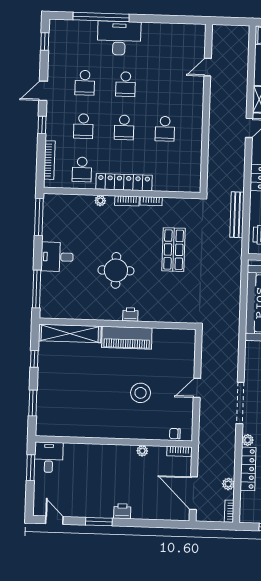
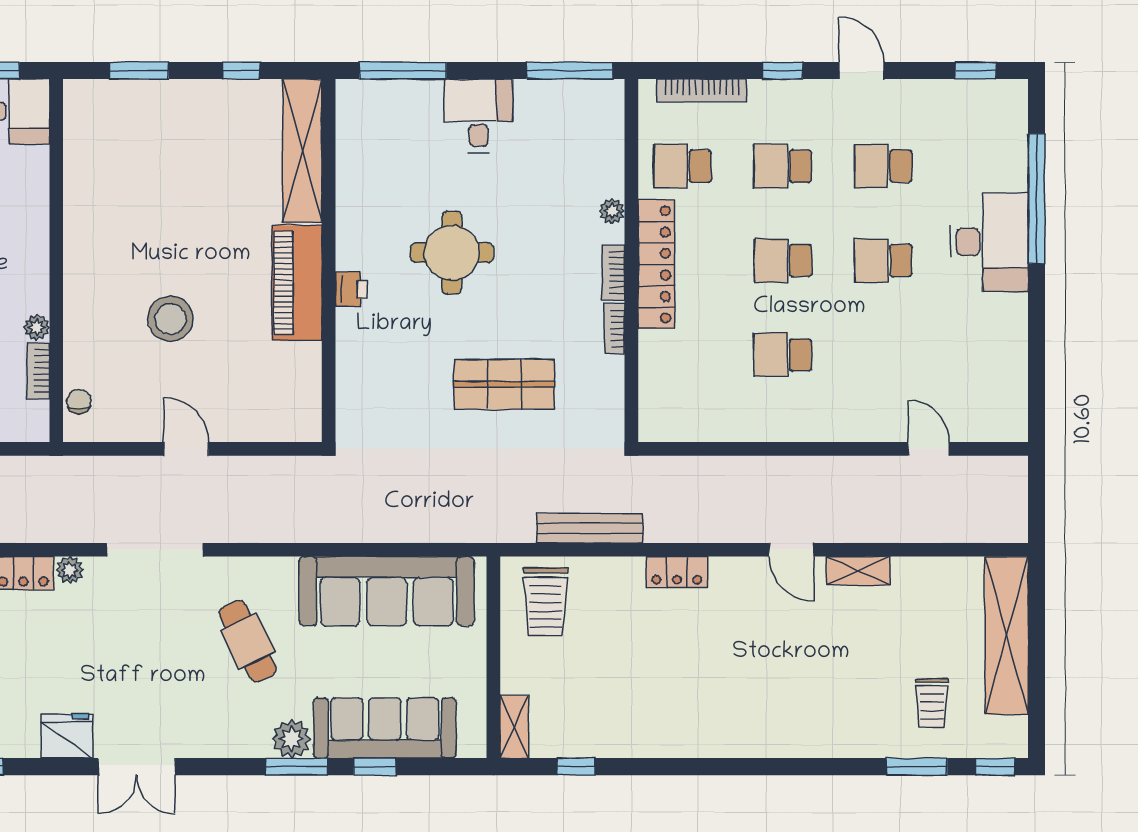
bookcase: (179, 451) -> (38, 371), moved

